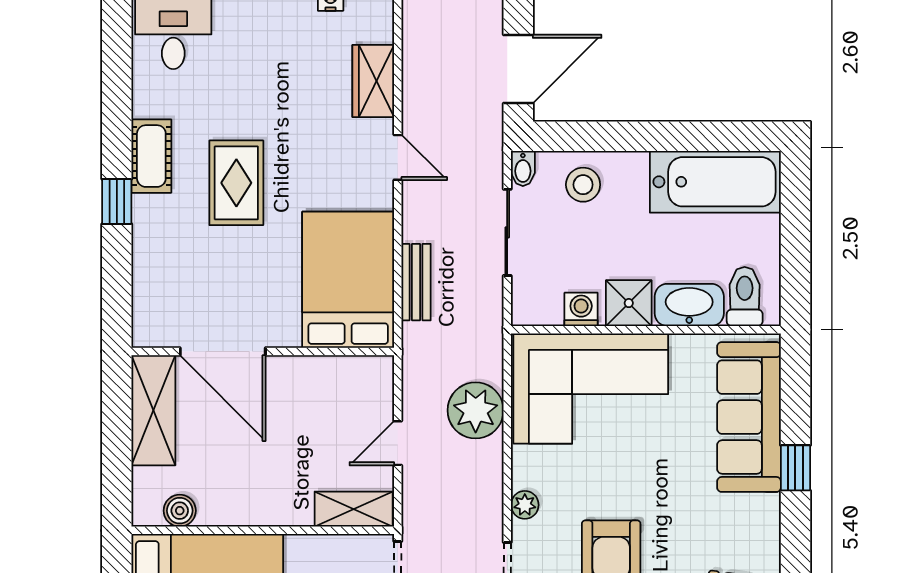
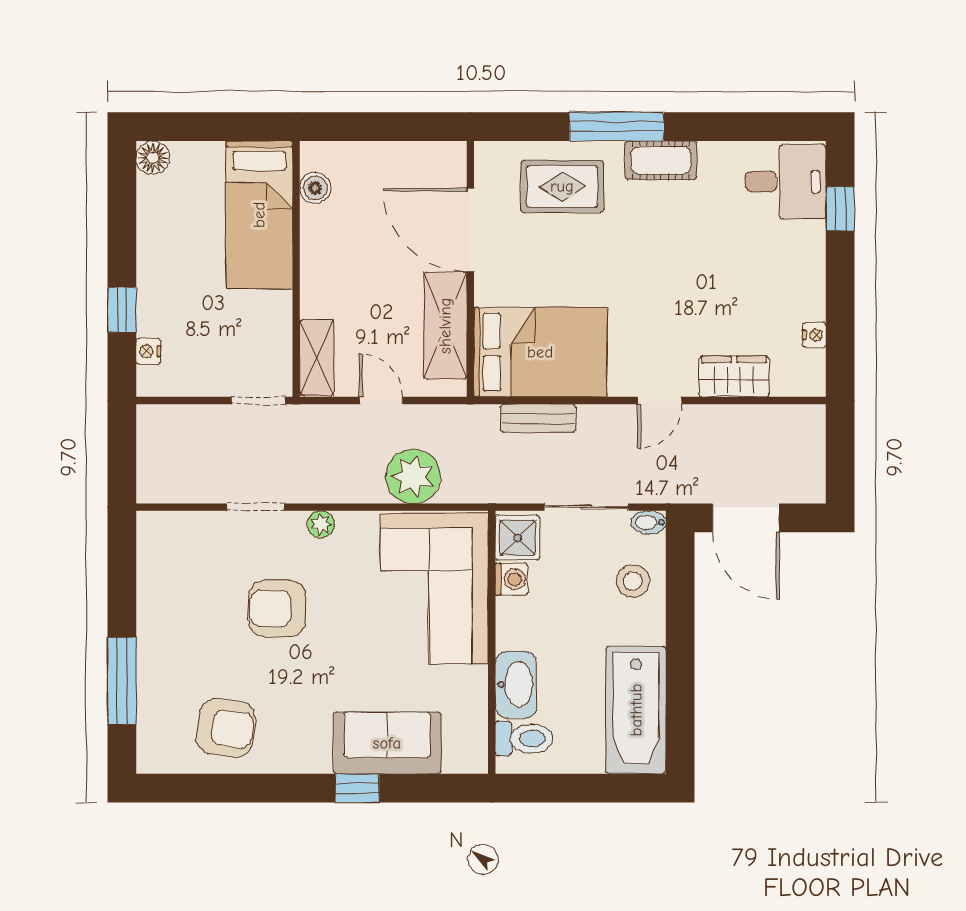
rug: (236, 183) -> (562, 186), moved
window: (117, 202) -> (617, 127), width x2.17
shower: (629, 303) -> (518, 538), moved
door: (223, 352) -> (470, 230), hinge flipped
shelving: (153, 410) -> (445, 326), moved, turned 90
sofa: (749, 417) -> (387, 743), width x0.73

